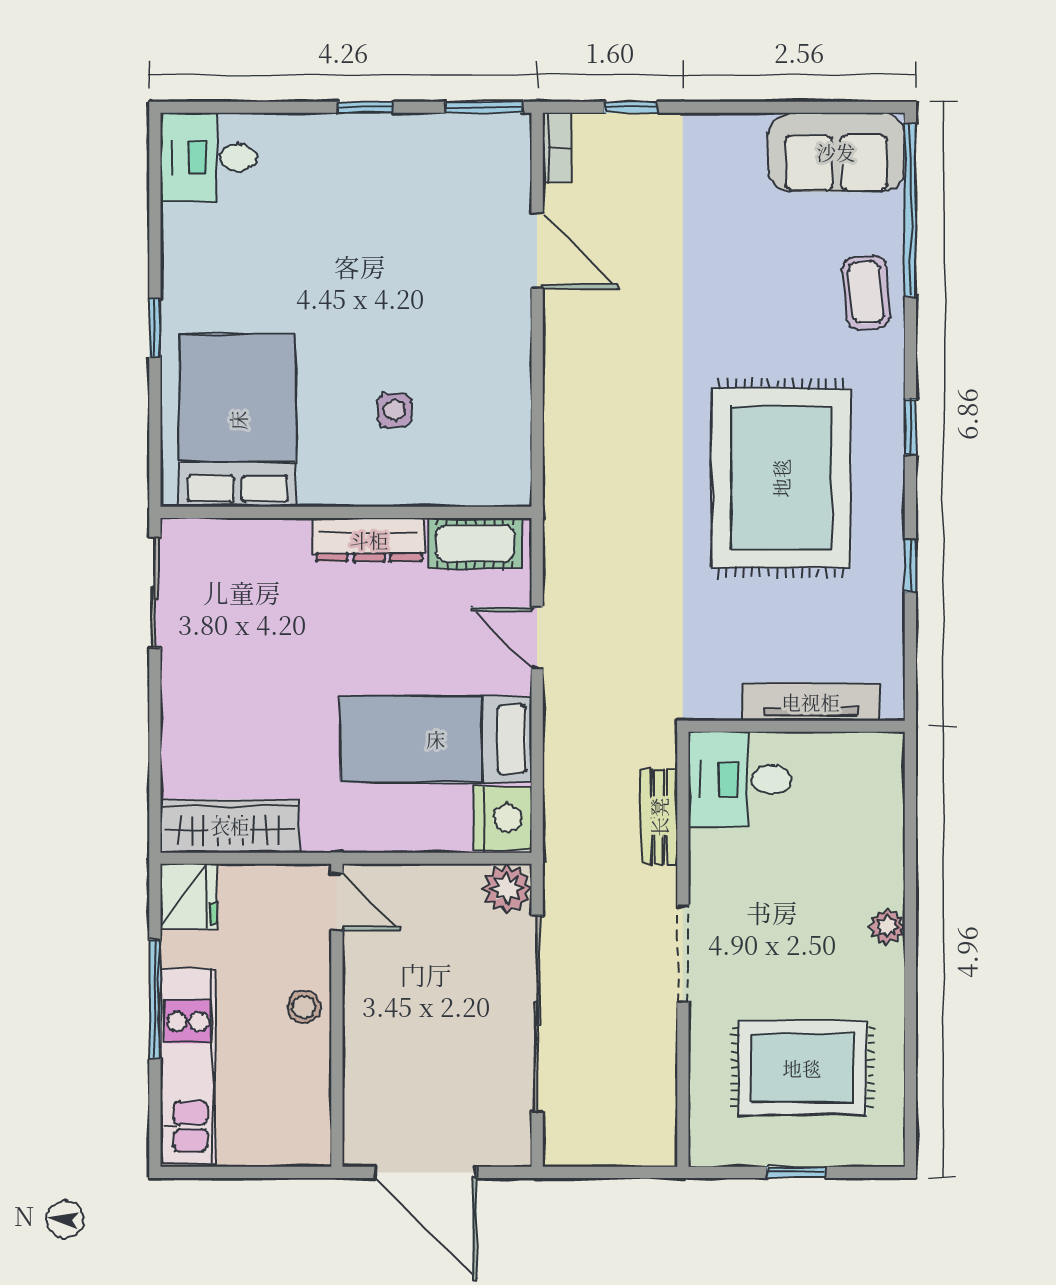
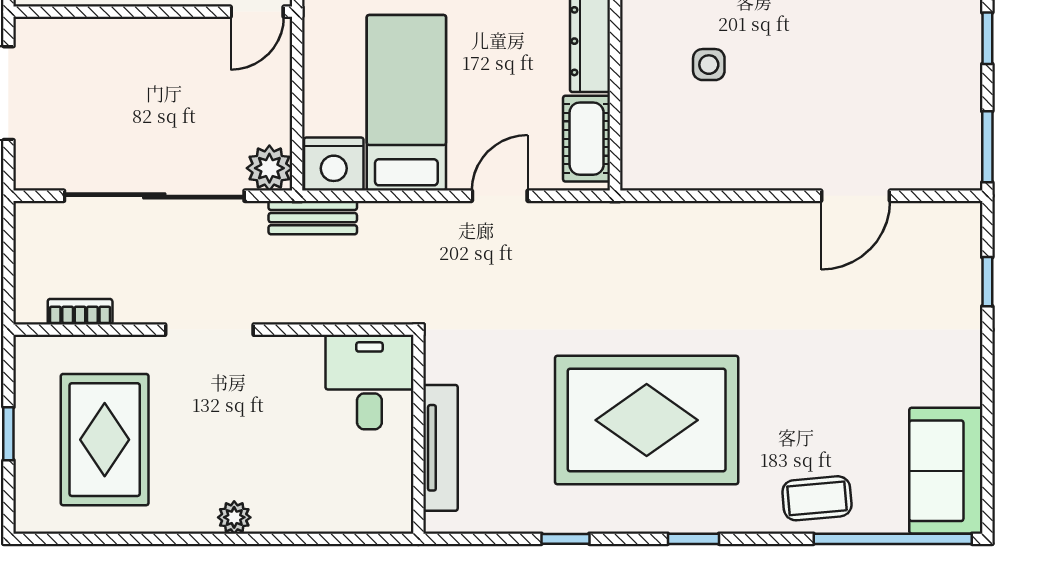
bookcase: (557, 148) -> (80, 312), moved, turned 180
bench: (659, 817) -> (313, 218), moved

